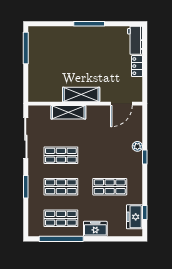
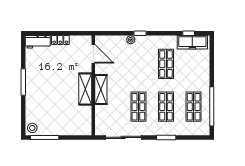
stool: (37, 34) -> (32, 128), added
shelving: (68, 112) -> (101, 89), moved
freezer: (135, 217) -> (192, 42), width x1.40
freezer: (95, 229) -> (203, 77), removed

